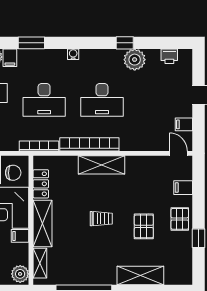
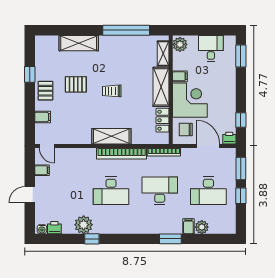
water cooler: (73, 54) -> (42, 229), moved
desk: (102, 100) -> (111, 191), turned 180
pallet: (144, 226) -> (76, 84), turned 90

